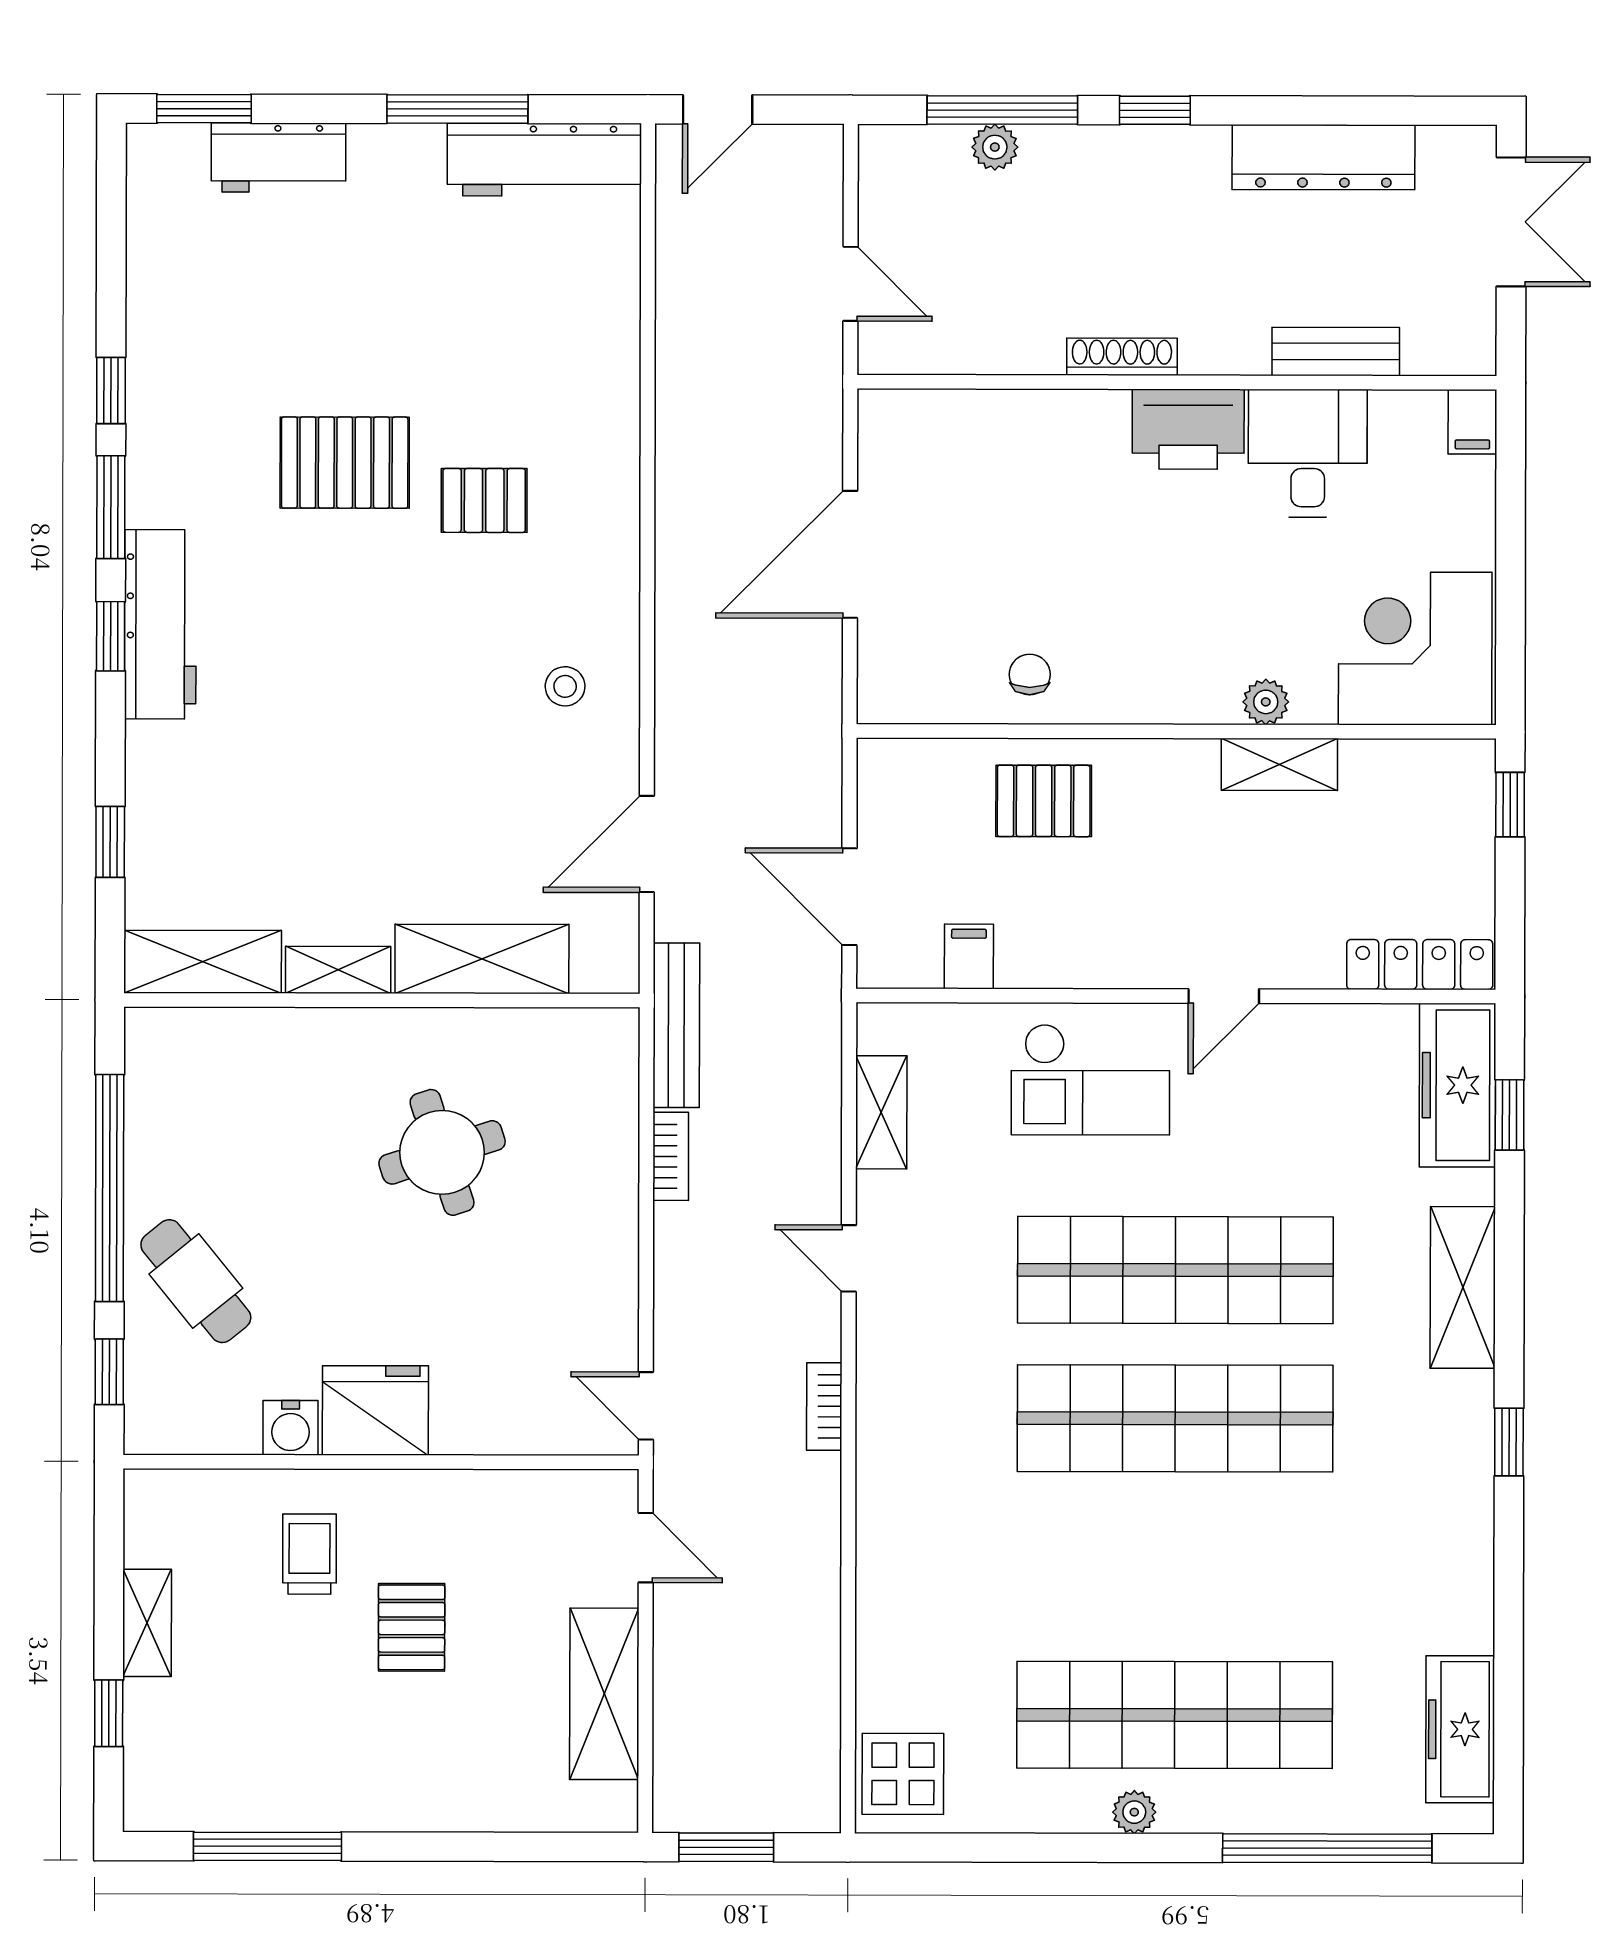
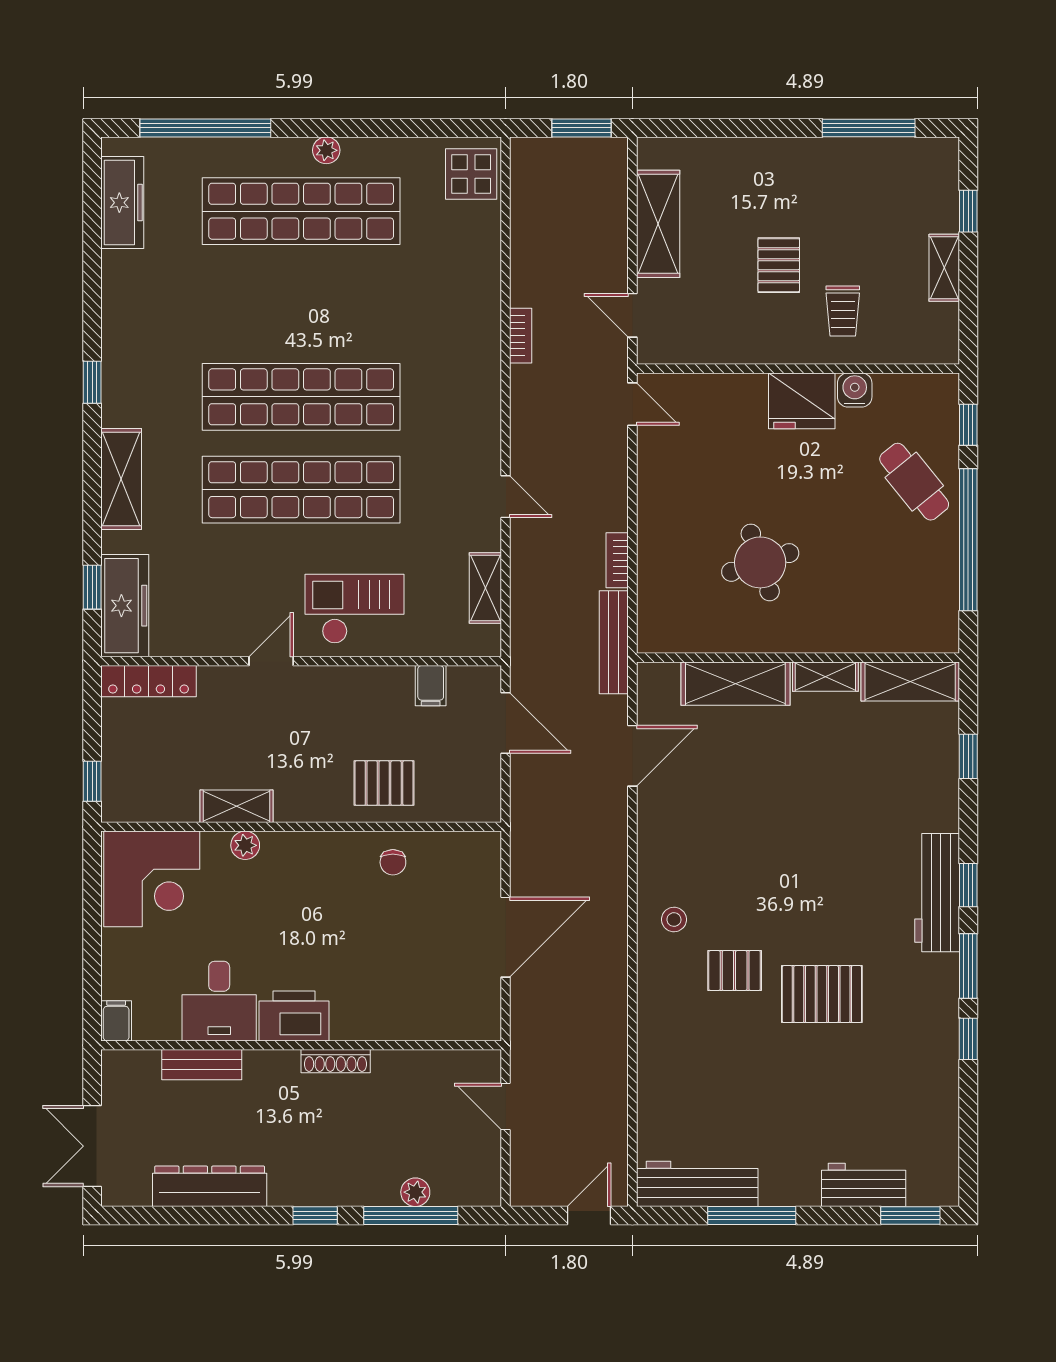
stool: (565, 686) -> (674, 920), moved
bookcase: (824, 1406) -> (521, 336), moved

